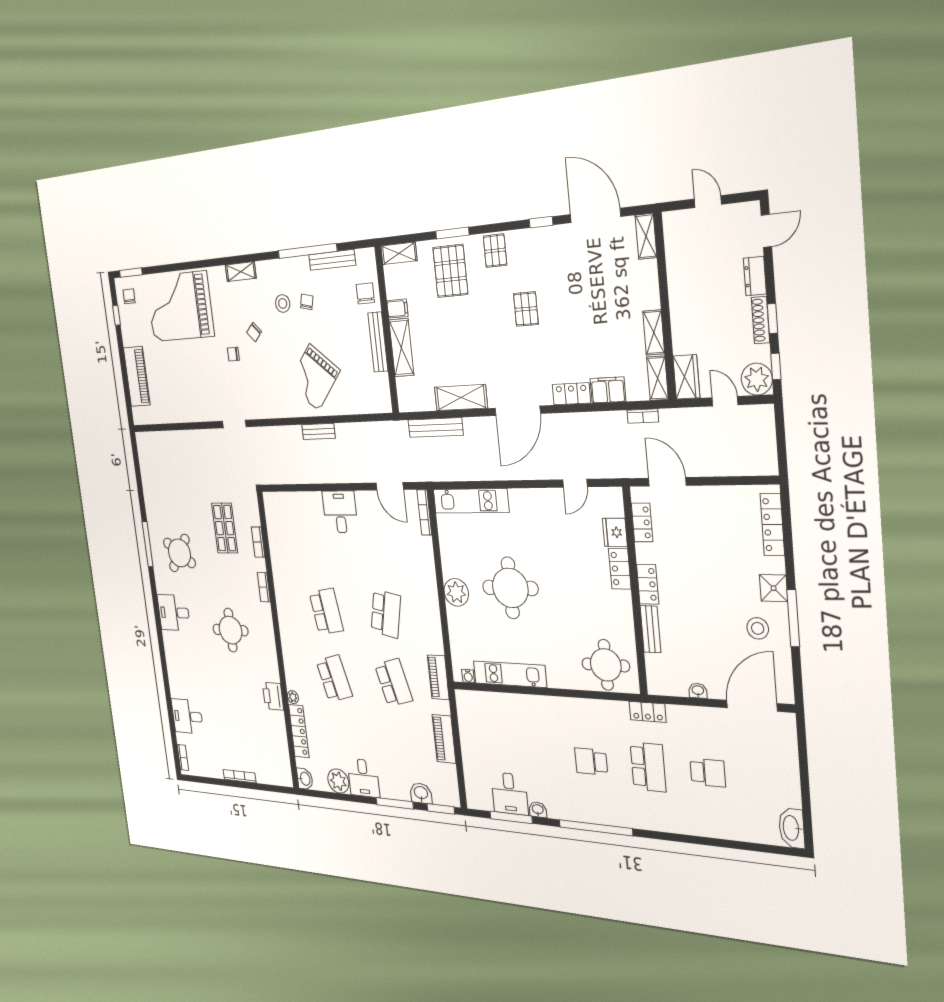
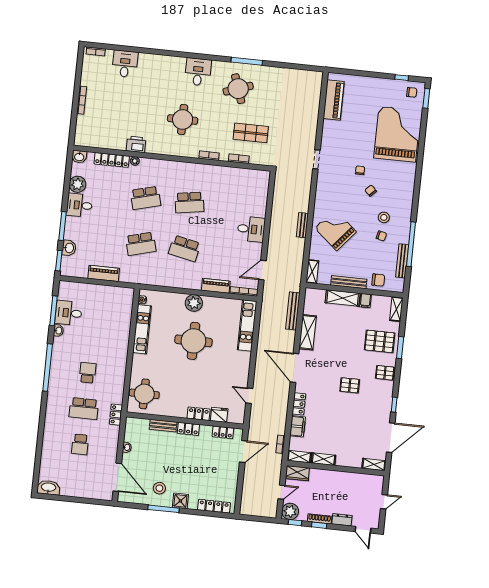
shelving: (241, 272) -> (312, 272), moved
piano: (137, 376) -> (334, 100), moved, turned -90
round table: (179, 553) -> (238, 89), turned 36
piano: (438, 677) -> (216, 286), moved

